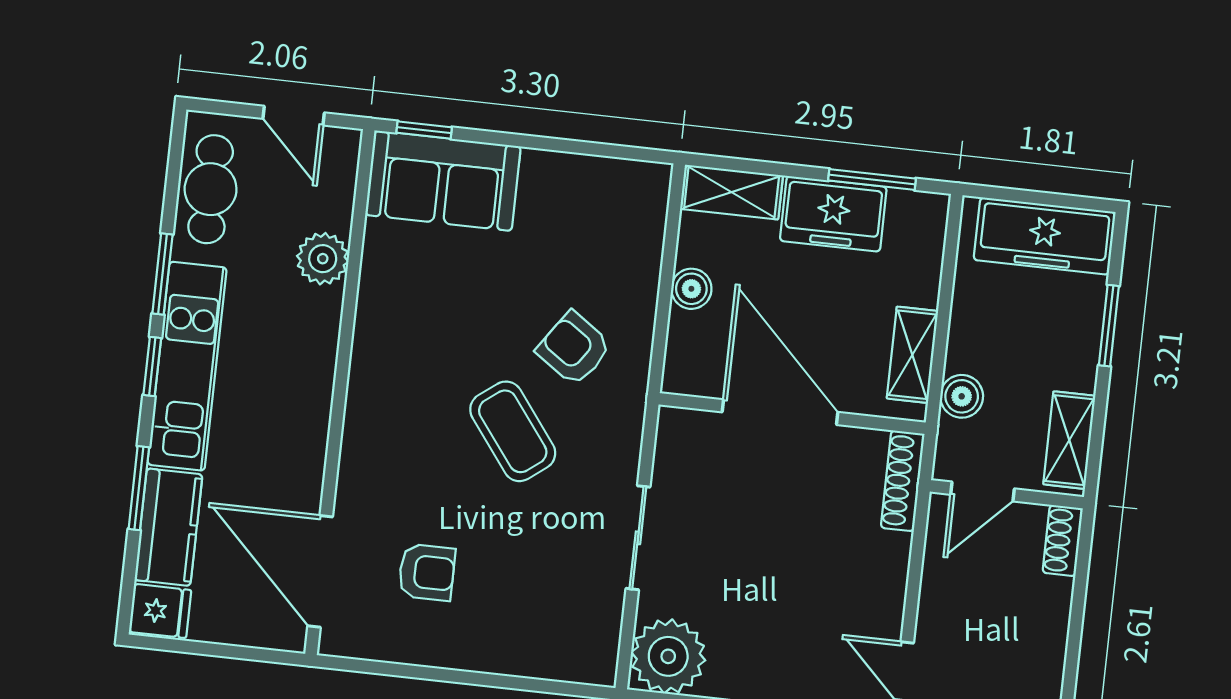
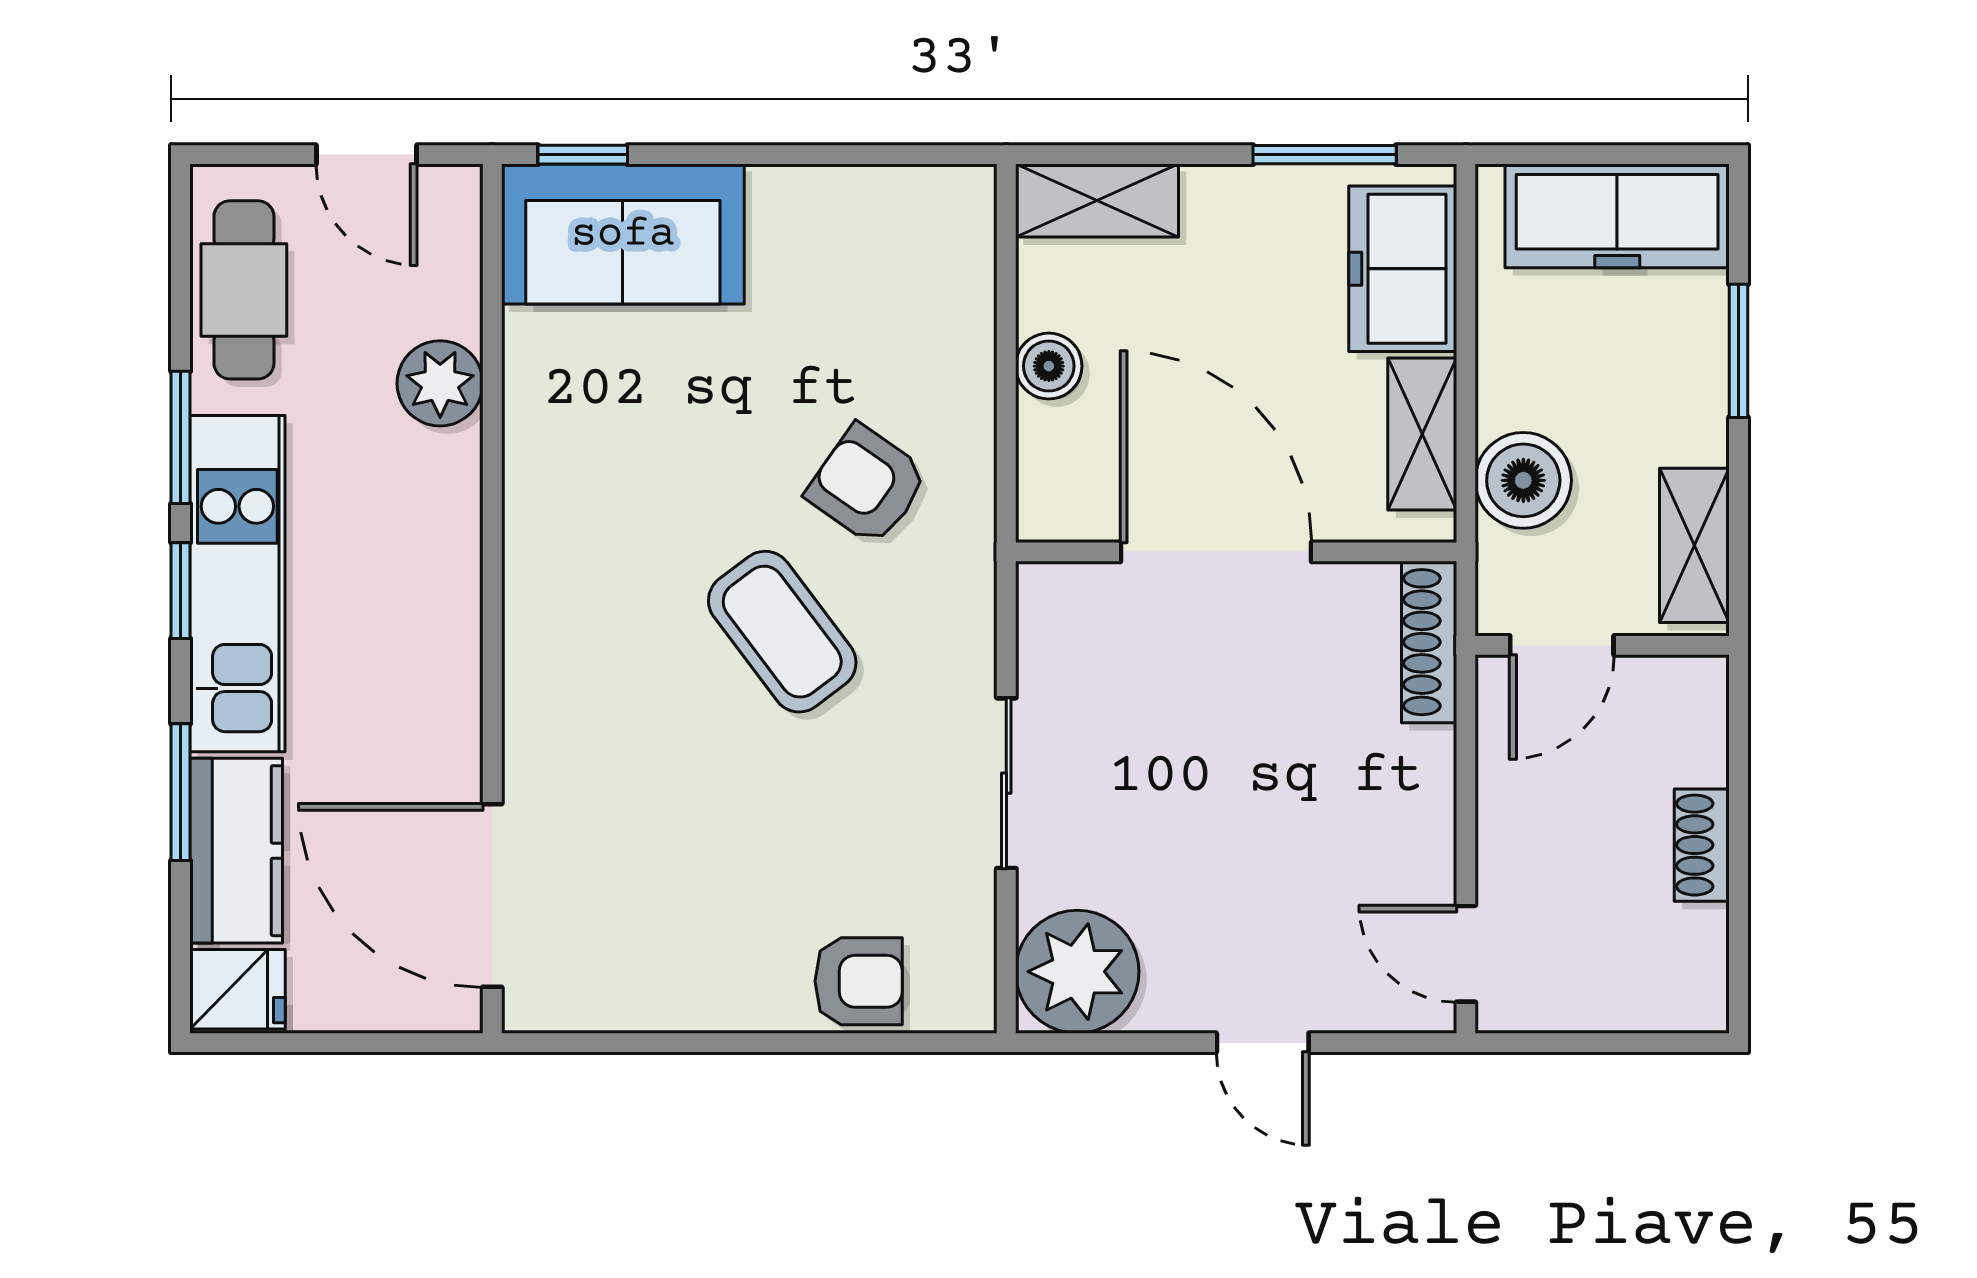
freezer: (833, 214) -> (1403, 269), moved, turned 90
boiler: (962, 396) -> (1523, 480), width x1.36, depth x1.36
shoe rack: (1063, 541) -> (1702, 845), moved
armchair: (427, 572) -> (859, 981), moved

